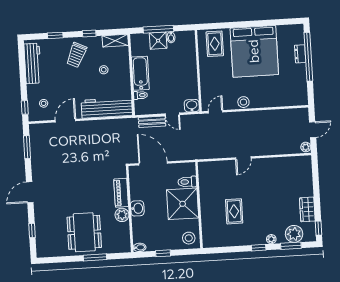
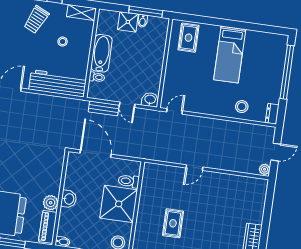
window: (158, 29) -> (146, 12), moved
bed: (254, 51) -> (230, 55), width x0.49
dresser: (300, 54) -> (272, 114), moved
stool: (243, 102) -> (242, 107), moved
piano: (121, 193) -> (48, 227), moved

